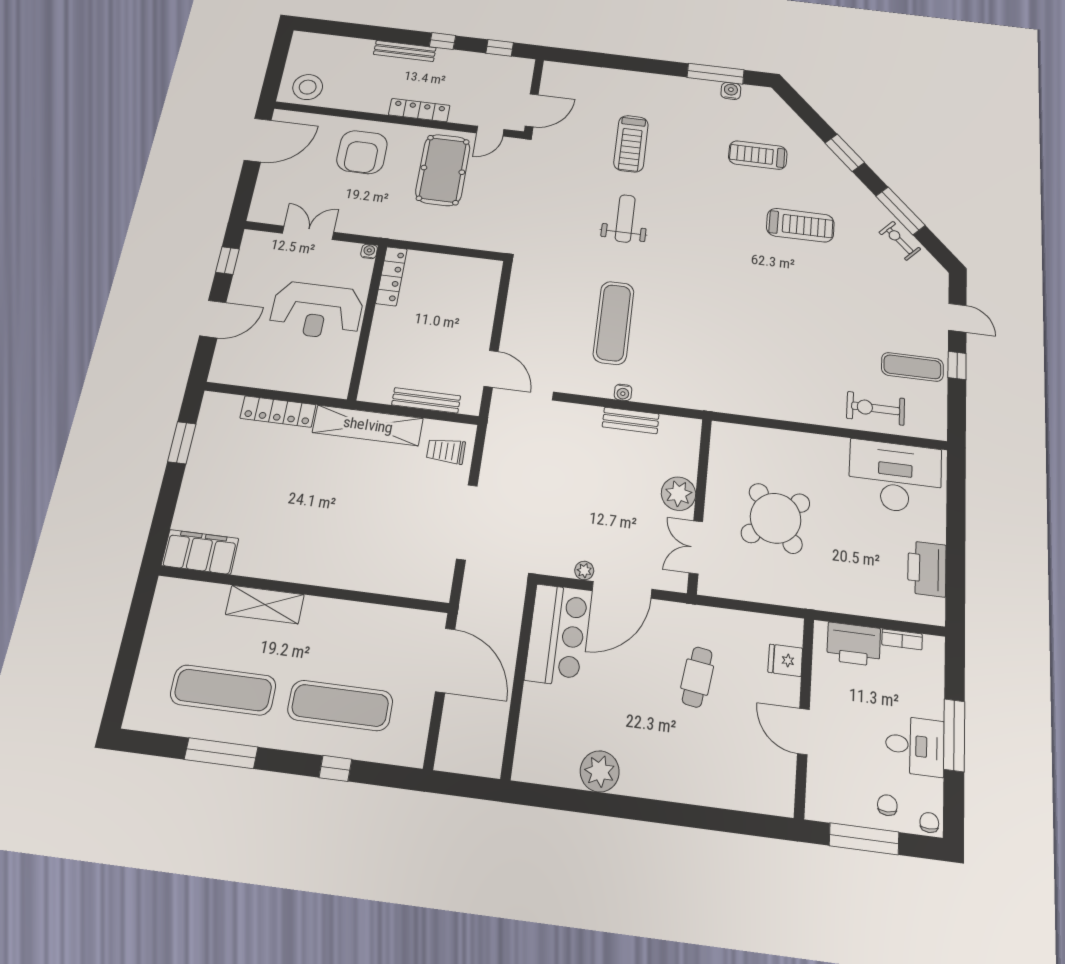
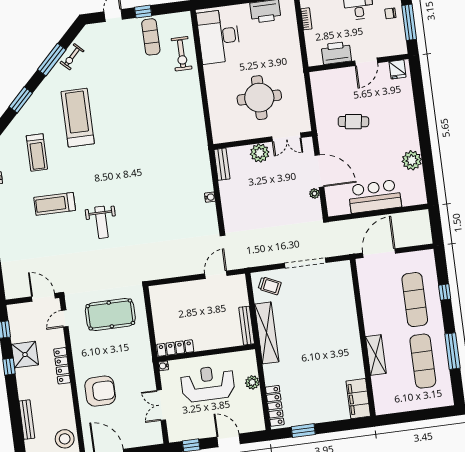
bench: (405, 51) -> (27, 420), moved
shower: (453, 66) -> (25, 355), added
door: (490, 131) -> (65, 318), swing flipped
treadmill: (631, 144) -> (55, 204), moved, turned 180
pool table: (443, 170) -> (110, 315), moved
weight bench: (625, 218) -> (101, 222), turned -90
treadmill: (800, 225) -> (78, 118), width x1.37, depth x1.37
reception desk: (317, 311) -> (208, 384), turned -90
exercise mat: (614, 323) -> (170, 213), removed
plant: (293, 381) -> (252, 382), added
bench: (426, 400) -> (247, 326), moved
locker: (278, 411) -> (275, 406), moved
bench: (631, 420) -> (222, 164), moved
trolley: (446, 451) -> (270, 286), turned -65
round table: (776, 518) -> (259, 98), turned 38
bar counter: (556, 635) -> (375, 196), moved
printer: (854, 644) -> (336, 53), moved, turned -90
fridge: (785, 660) -> (397, 69), moved

